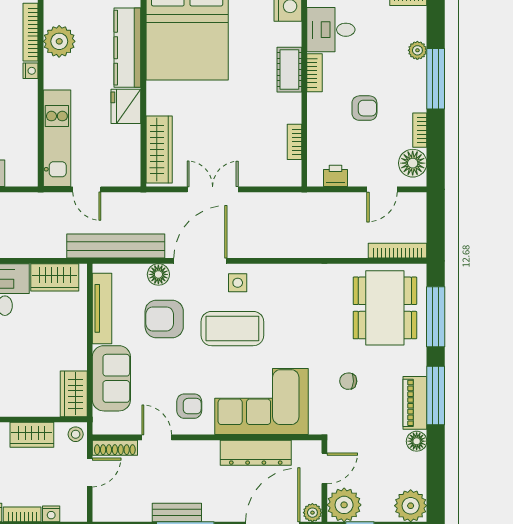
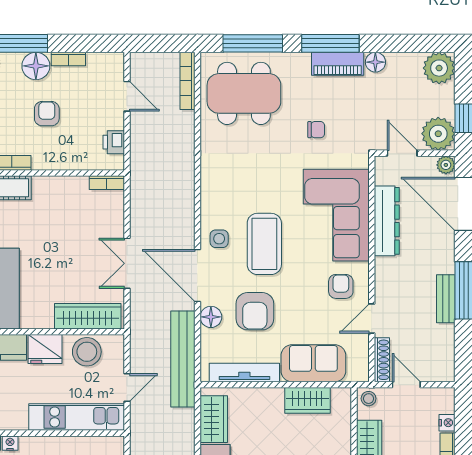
bookcase: (295, 142) -> (107, 183), moved
stool: (123, 149) -> (87, 352), added
floor lamp: (413, 163) -> (36, 66), moved
chair: (348, 381) -> (316, 130), turned -94
wardrobe: (74, 394) -> (307, 400), moved

